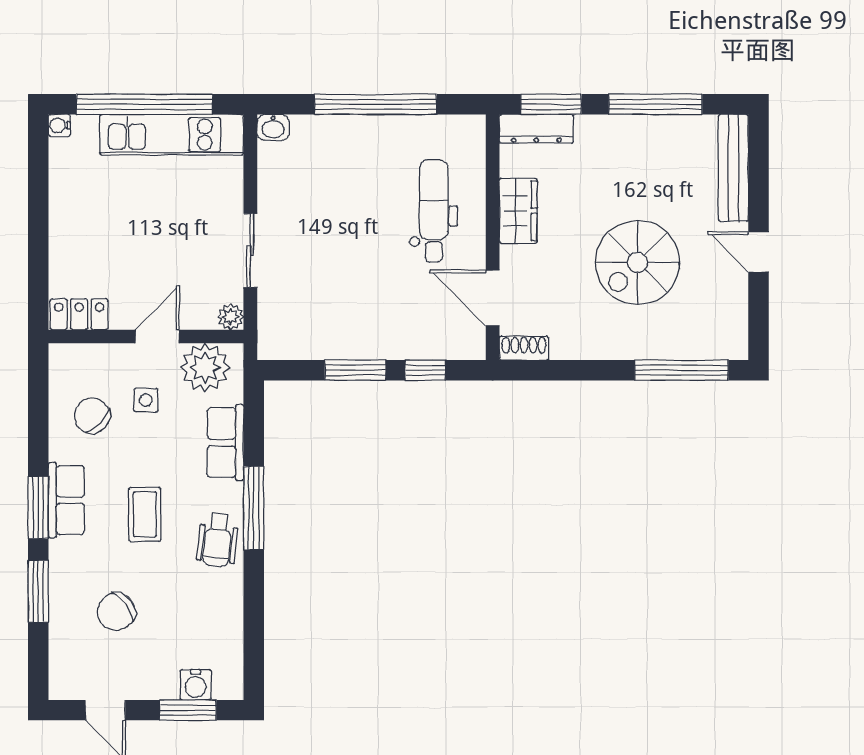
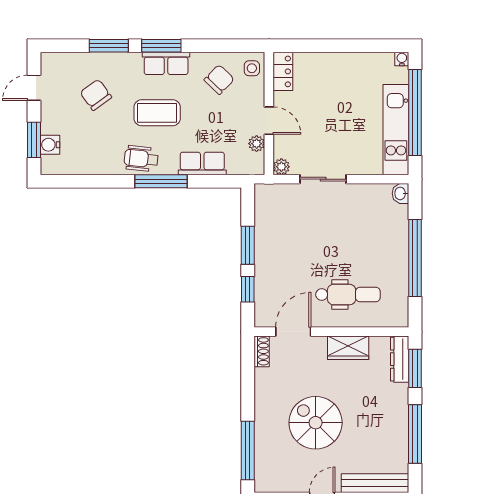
plant: (205, 368) -> (257, 144), width x0.53, depth x0.53
side table: (146, 400) -> (252, 68), moved
coffee table: (145, 514) -> (157, 113), width x1.36, depth x1.30

